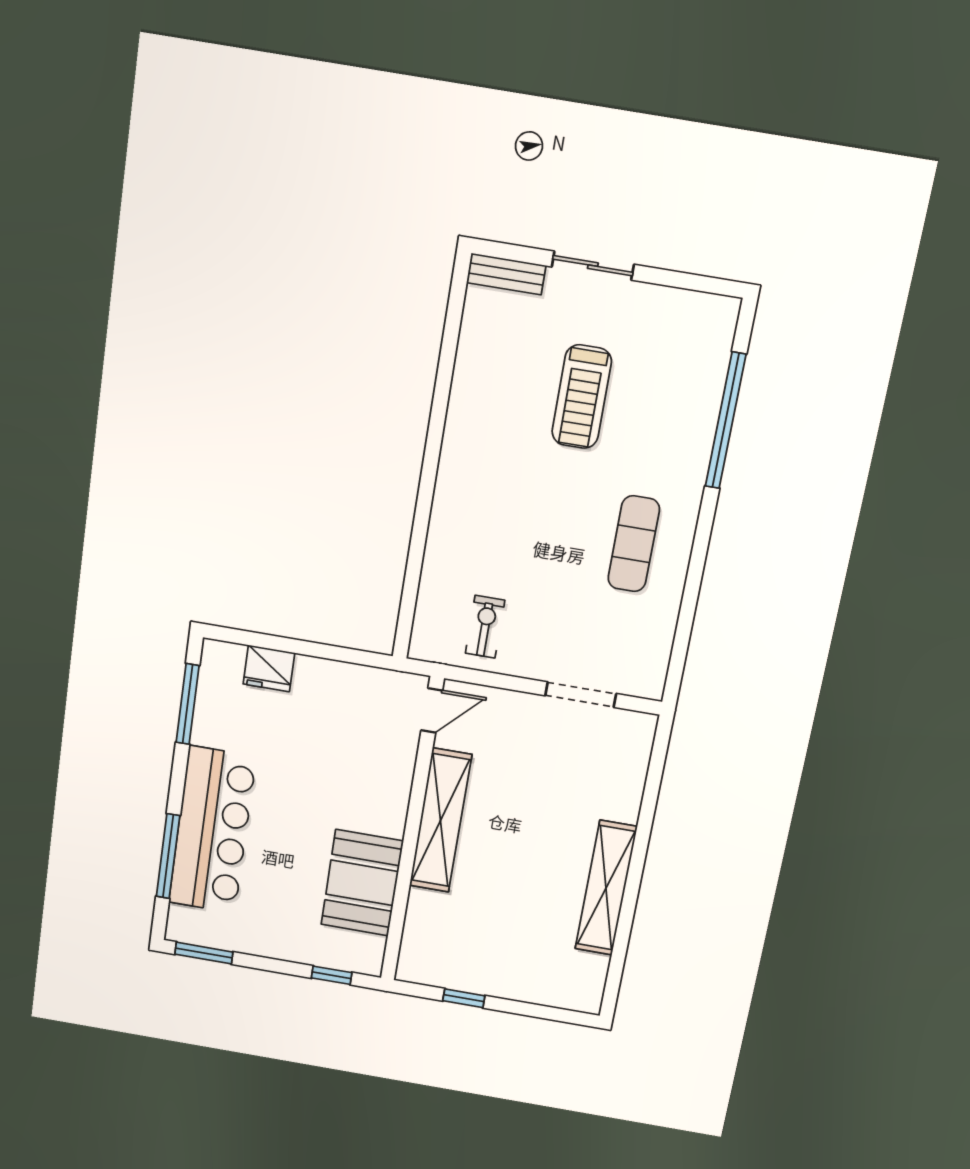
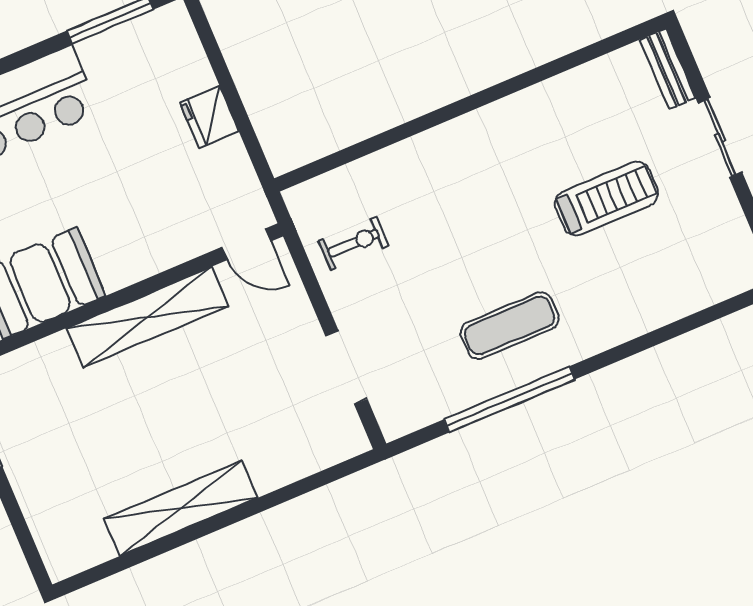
treadmill: (582, 397) -> (606, 198), turned 180
window: (726, 421) -> (509, 399), moved
fridge: (269, 668) -> (209, 117), moved

